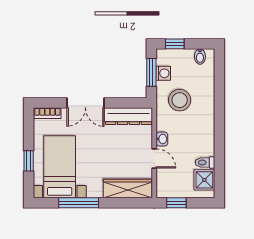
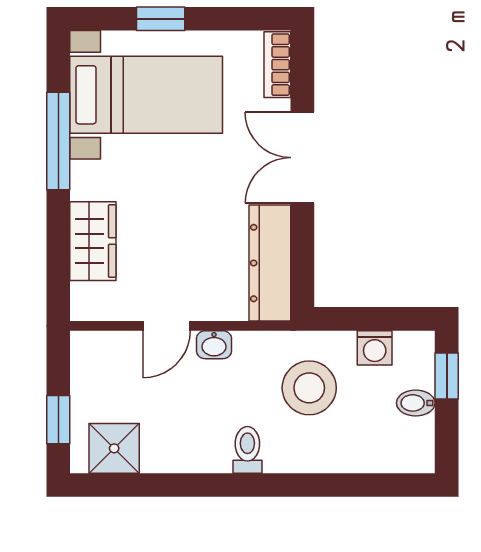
bidet: (200, 57) -> (416, 403), moved
window: (151, 72) -> (377, 319), removed
toilet: (205, 163) -> (247, 450), moved
wardrobe: (128, 189) -> (93, 241), width x0.67
window: (176, 203) -> (58, 420), moved

